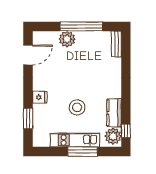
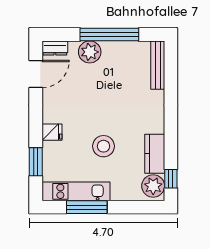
dresser: (42, 36) -> (55, 48), added
bench: (116, 44) -> (158, 65), width x1.36
kitchen unit: (75, 140) -> (76, 191), moved
window: (83, 152) -> (87, 207), moved

